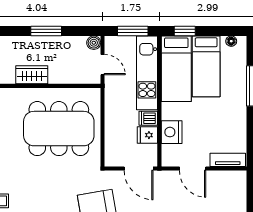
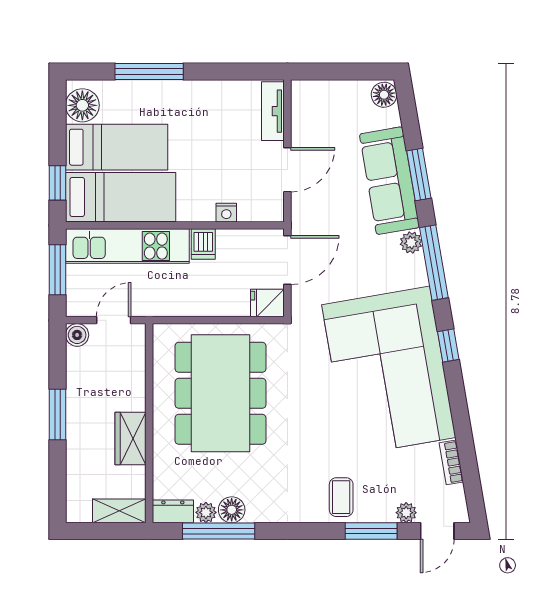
floor lamp: (231, 41) -> (82, 105), width x1.89, depth x1.89
nightstand: (172, 132) -> (226, 213), width x0.53, depth x0.56
fridge: (147, 135) -> (267, 303), moved, turned 90

